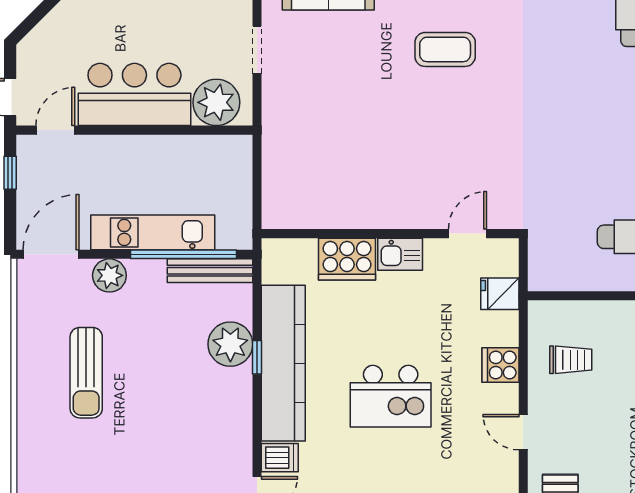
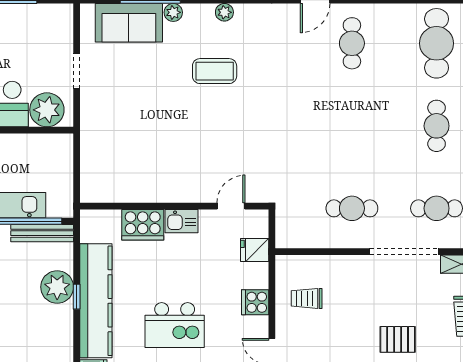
trolley: (571, 360) -> (307, 298), turned 180

